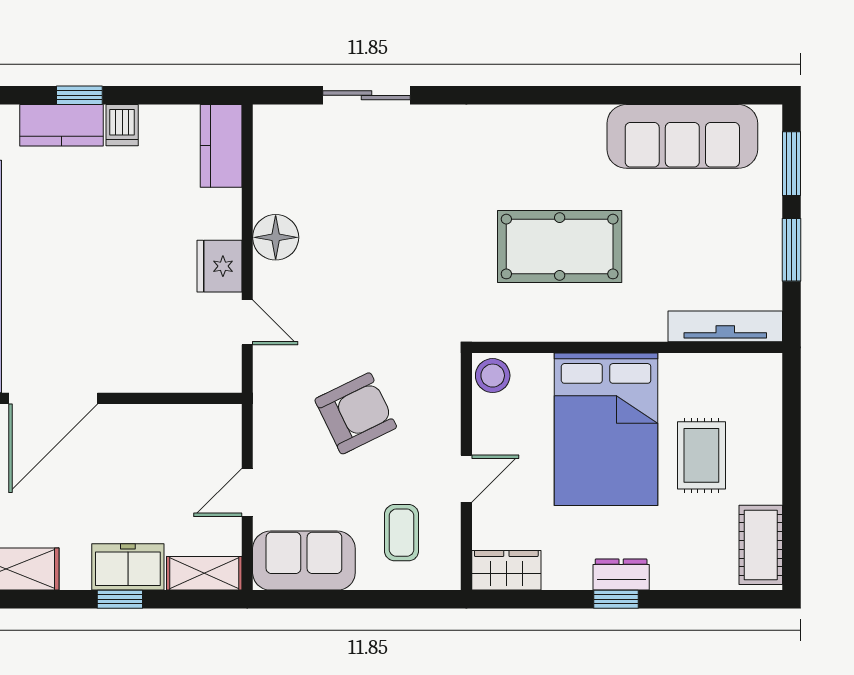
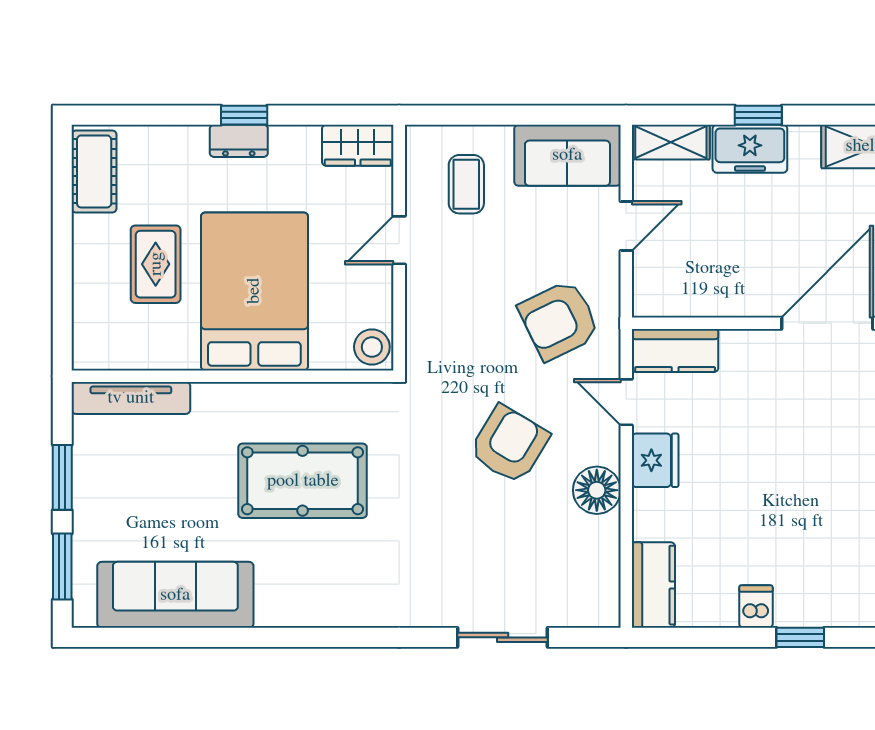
kitchen counter: (61, 125) -> (675, 351), moved, turned 180
armchair: (360, 281) -> (509, 445), added
armchair: (356, 413) -> (559, 320), moved

